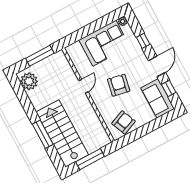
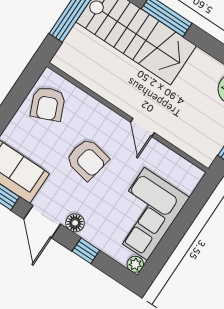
floor lamp: (141, 57) -> (75, 223), added

